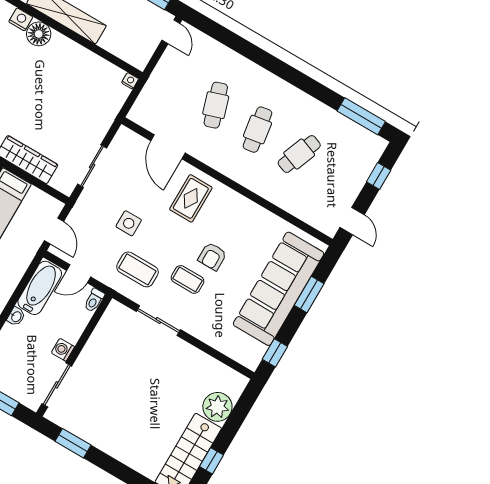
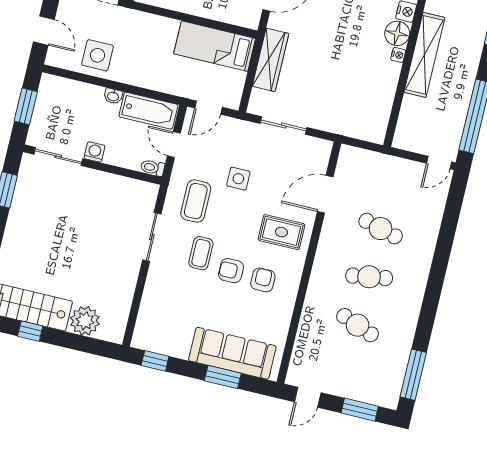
nightstand: (130, 81) -> (398, 55), moved
cafe table: (216, 105) -> (381, 229), turned 33
window: (379, 176) -> (360, 410), width x1.50
armchair: (230, 229) -> (263, 280), added
sofa: (279, 289) -> (232, 353), width x0.74, depth x0.79

